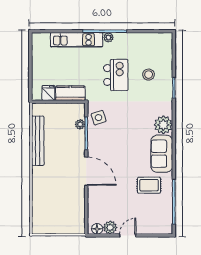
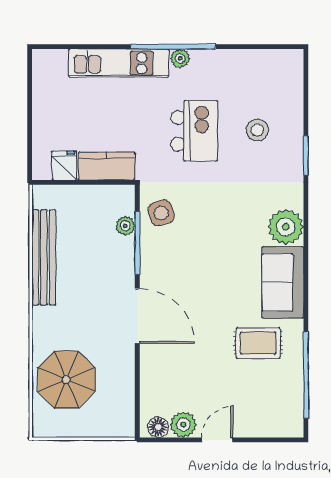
parasol: (49, 204) -> (66, 380), added

